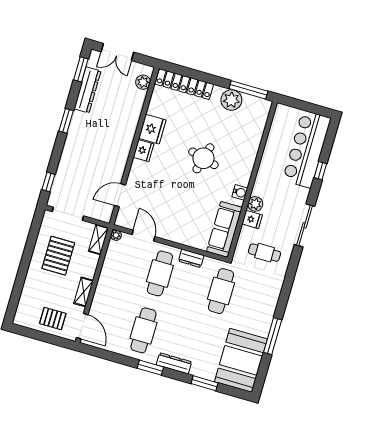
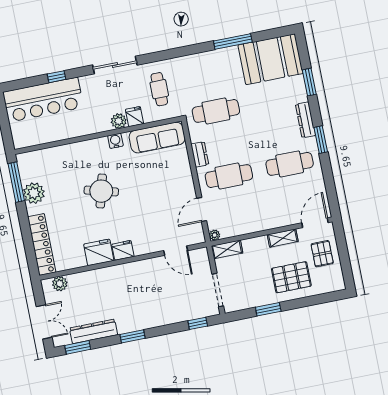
window: (29, 248) -> (268, 309), added
pallet: (58, 256) -> (291, 277), moved

